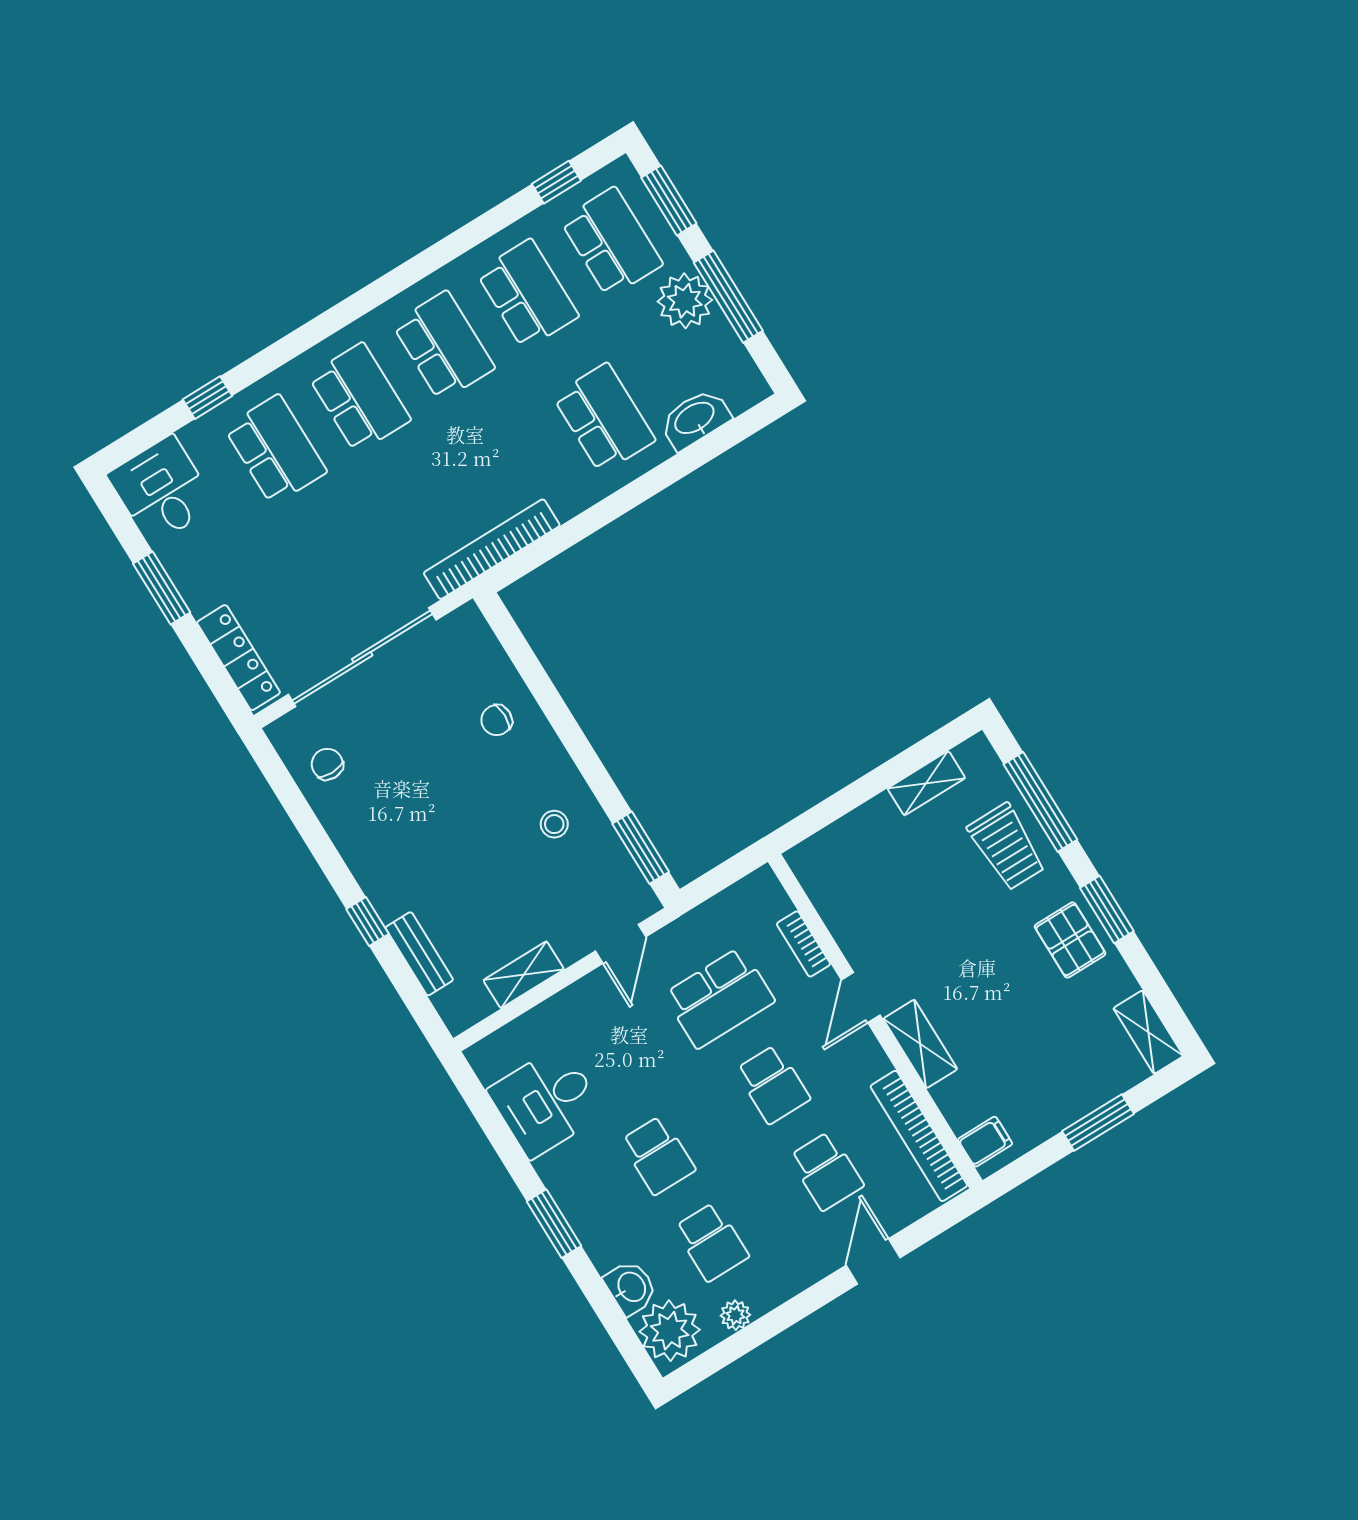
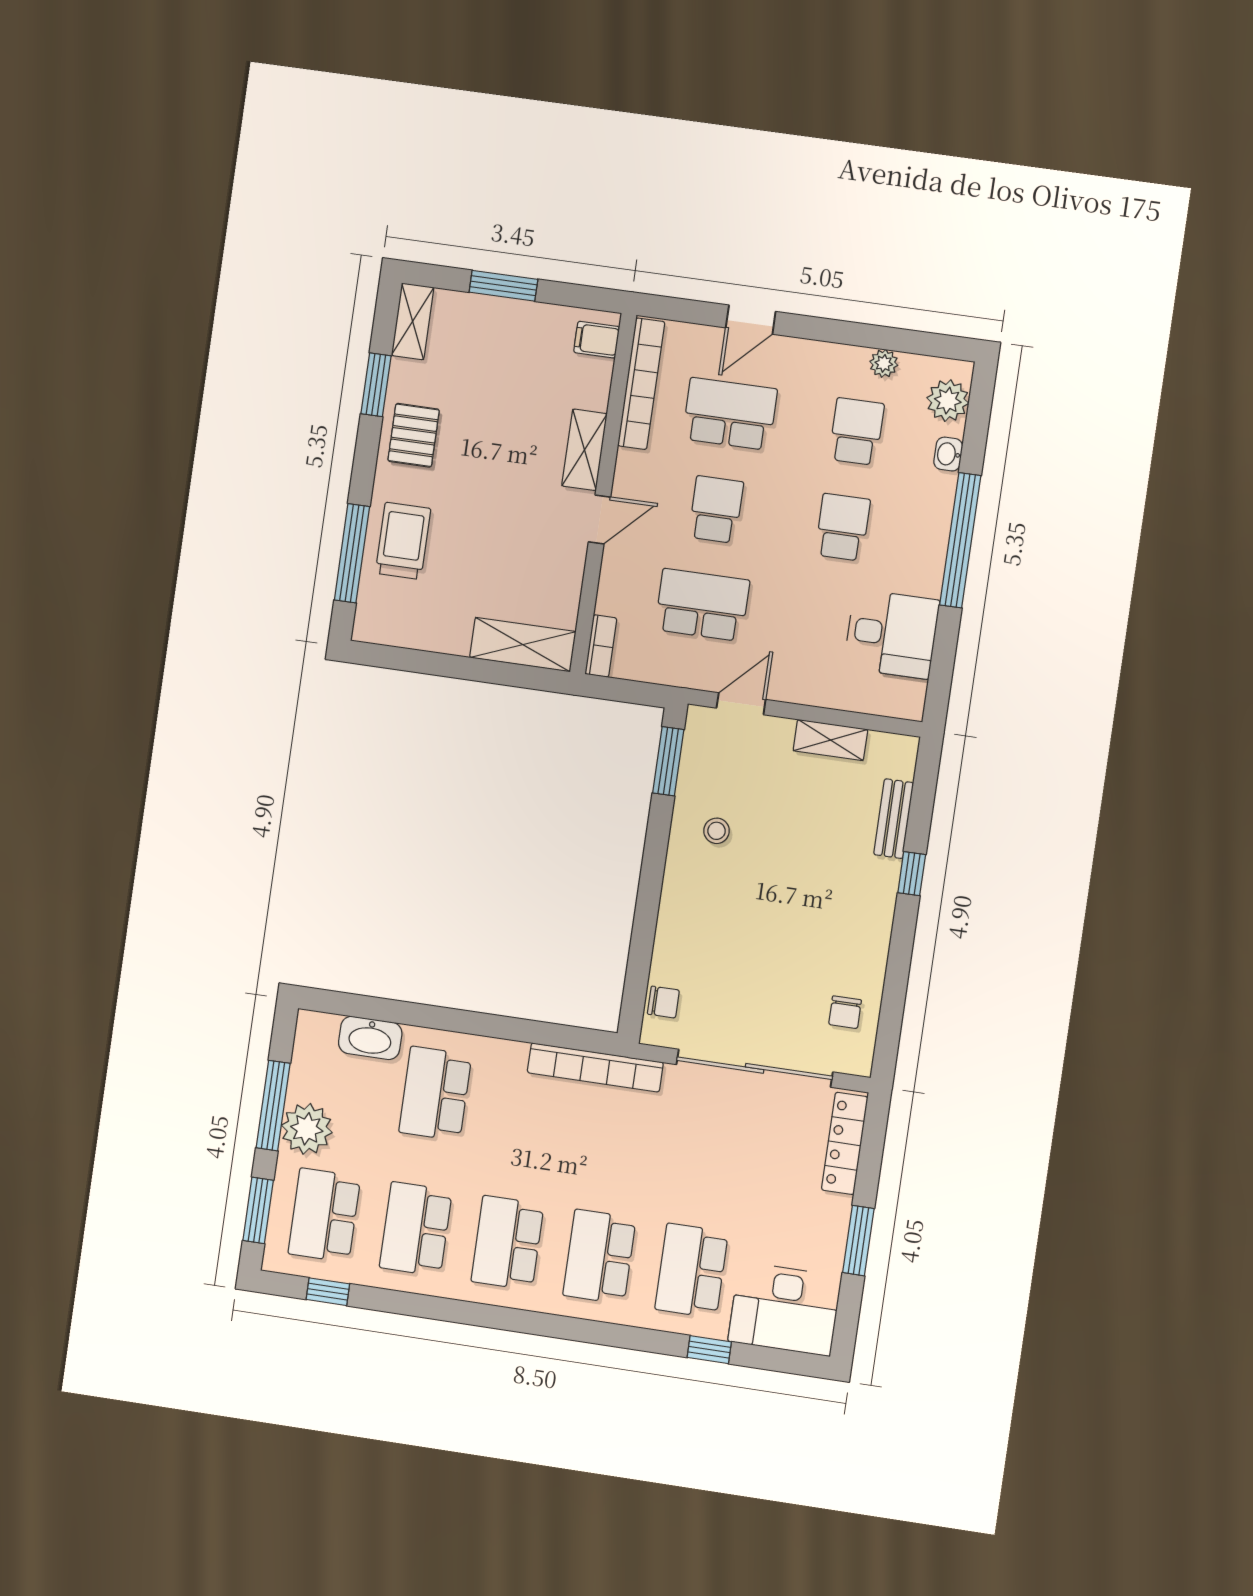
desk: (162, 490) -> (785, 1309), width x1.37
chair: (497, 720) -> (663, 1002), moved
shelving: (926, 783) -> (523, 645), moved, width x1.50, depth x1.33
window: (1107, 910) -> (376, 385), moved
bookcase: (804, 944) -> (601, 646), moved
school desk: (826, 1171) -> (730, 414), width x1.85
window: (554, 1224) -> (960, 540), width x2.11
washbasin: (631, 1287) -> (948, 454), width x0.72, depth x0.69
plant: (670, 1331) -> (948, 401), width x0.73, depth x0.73

